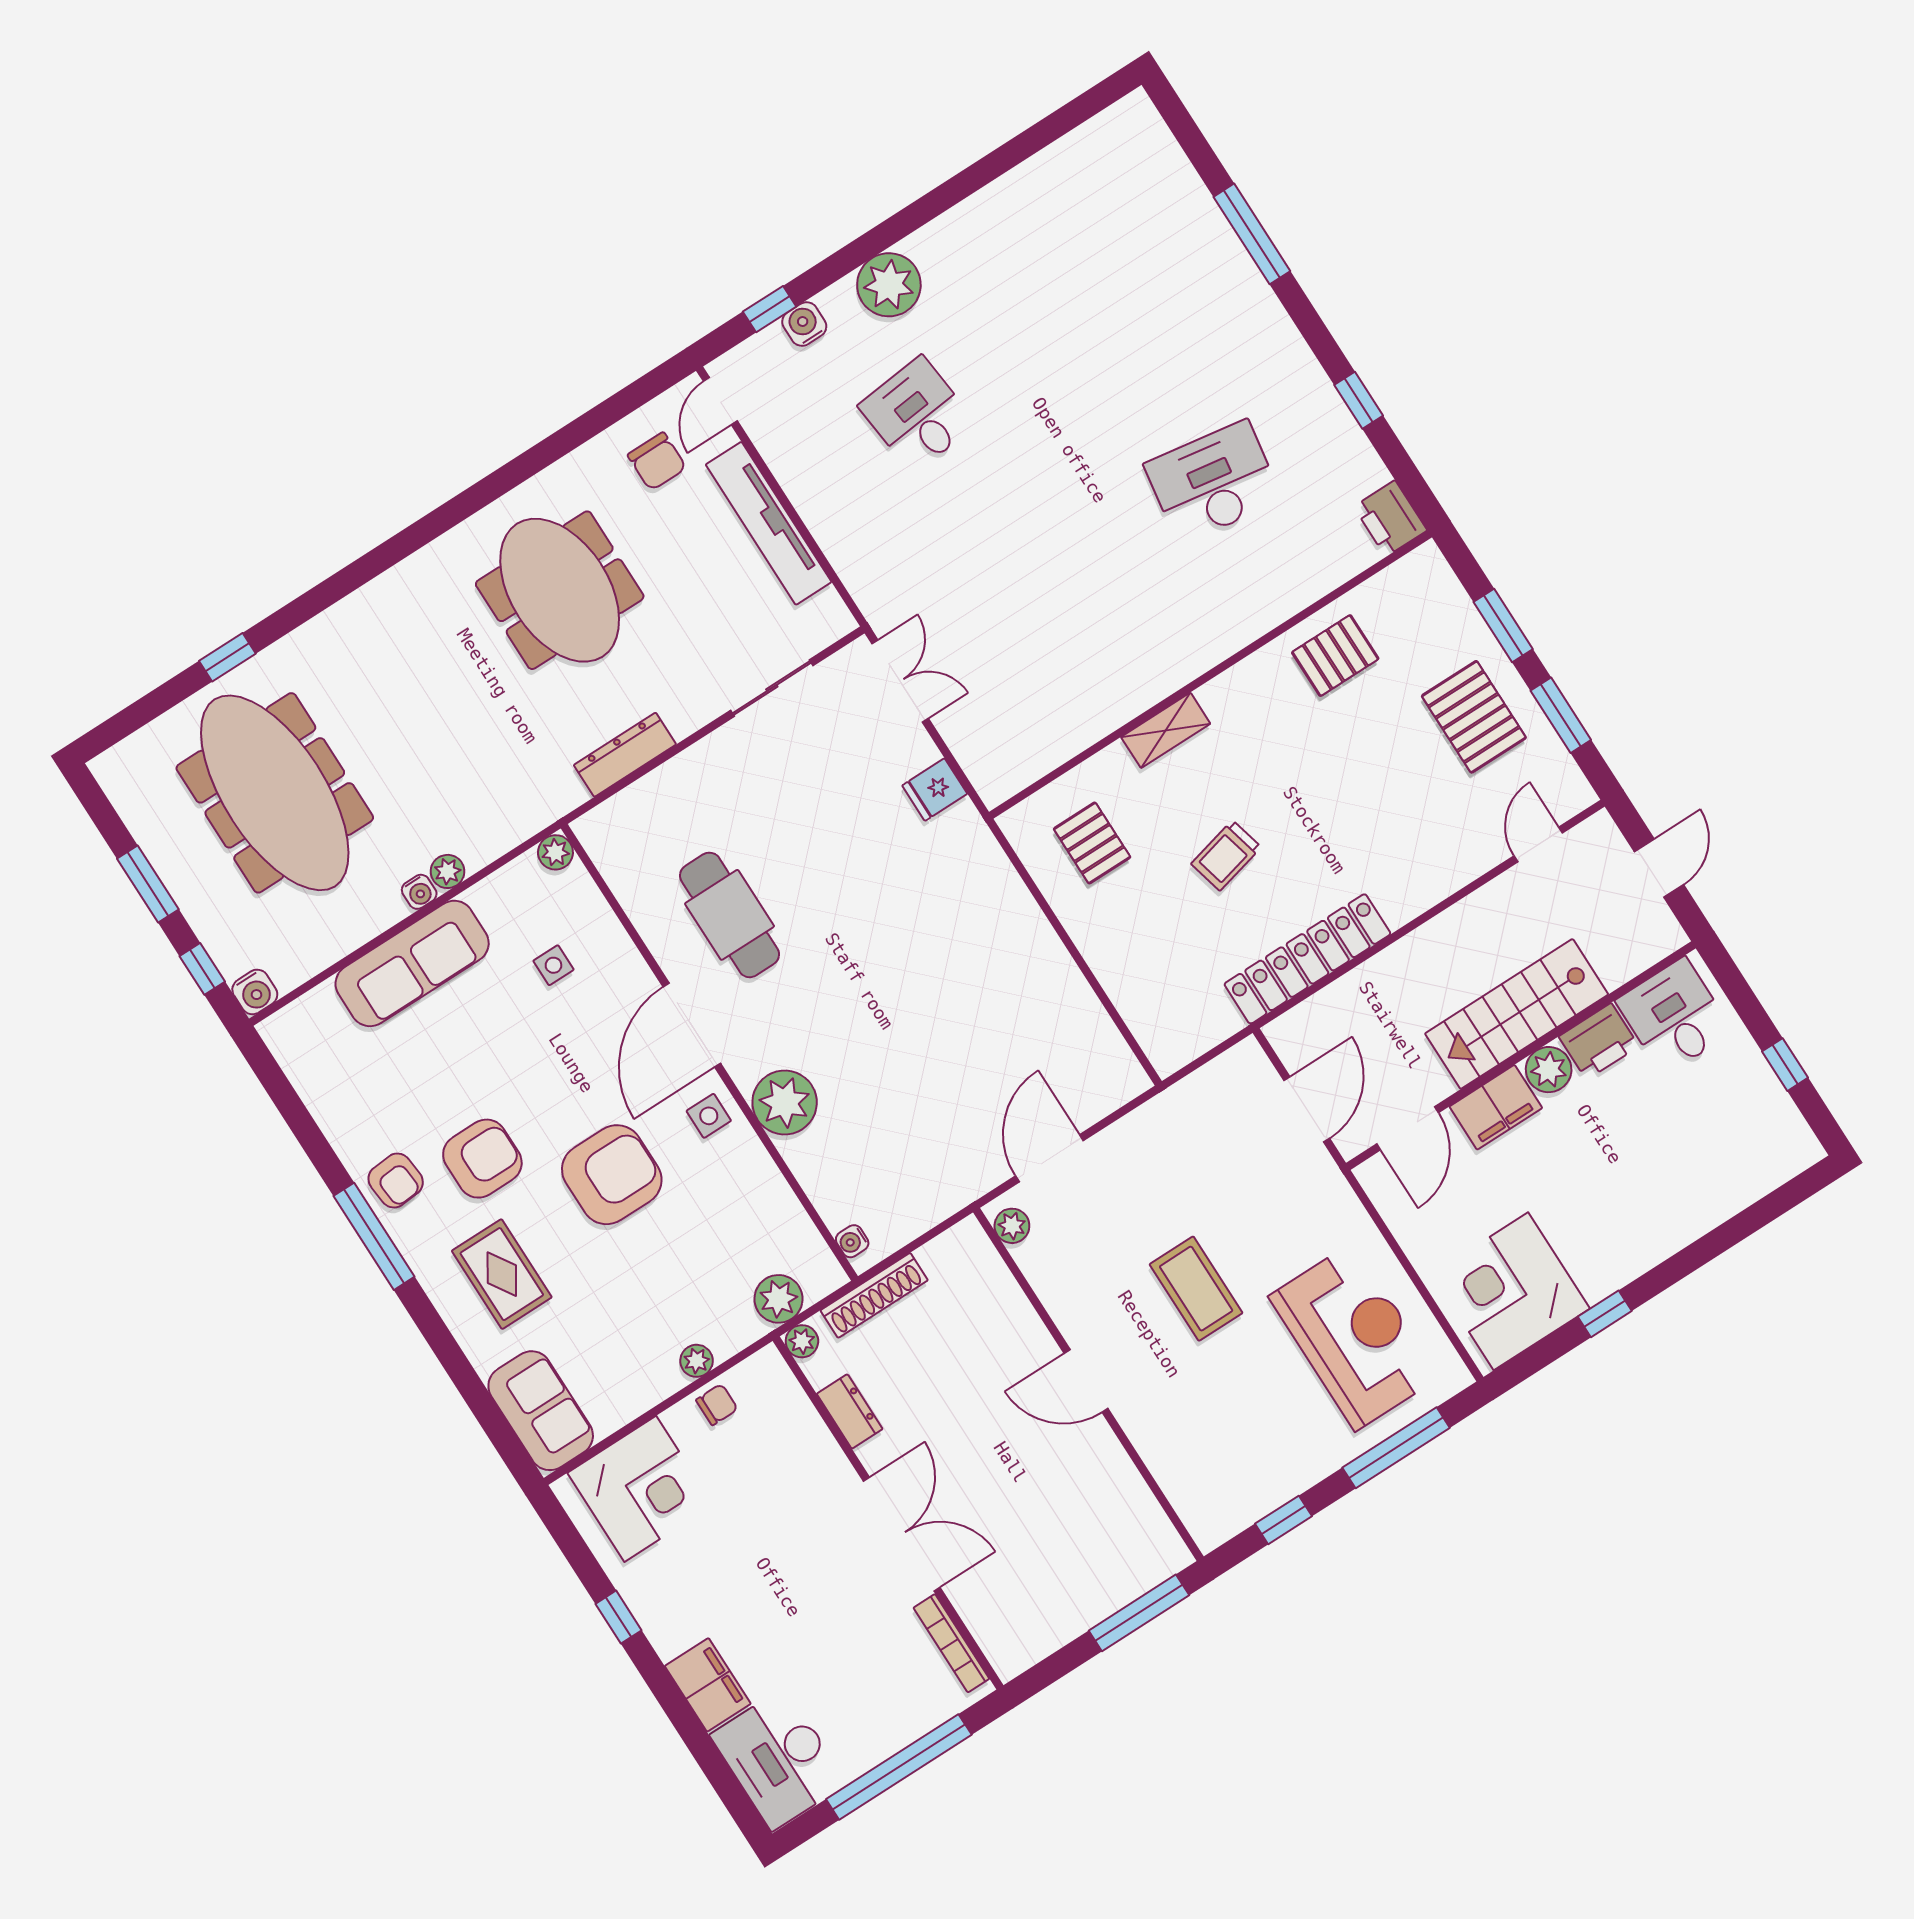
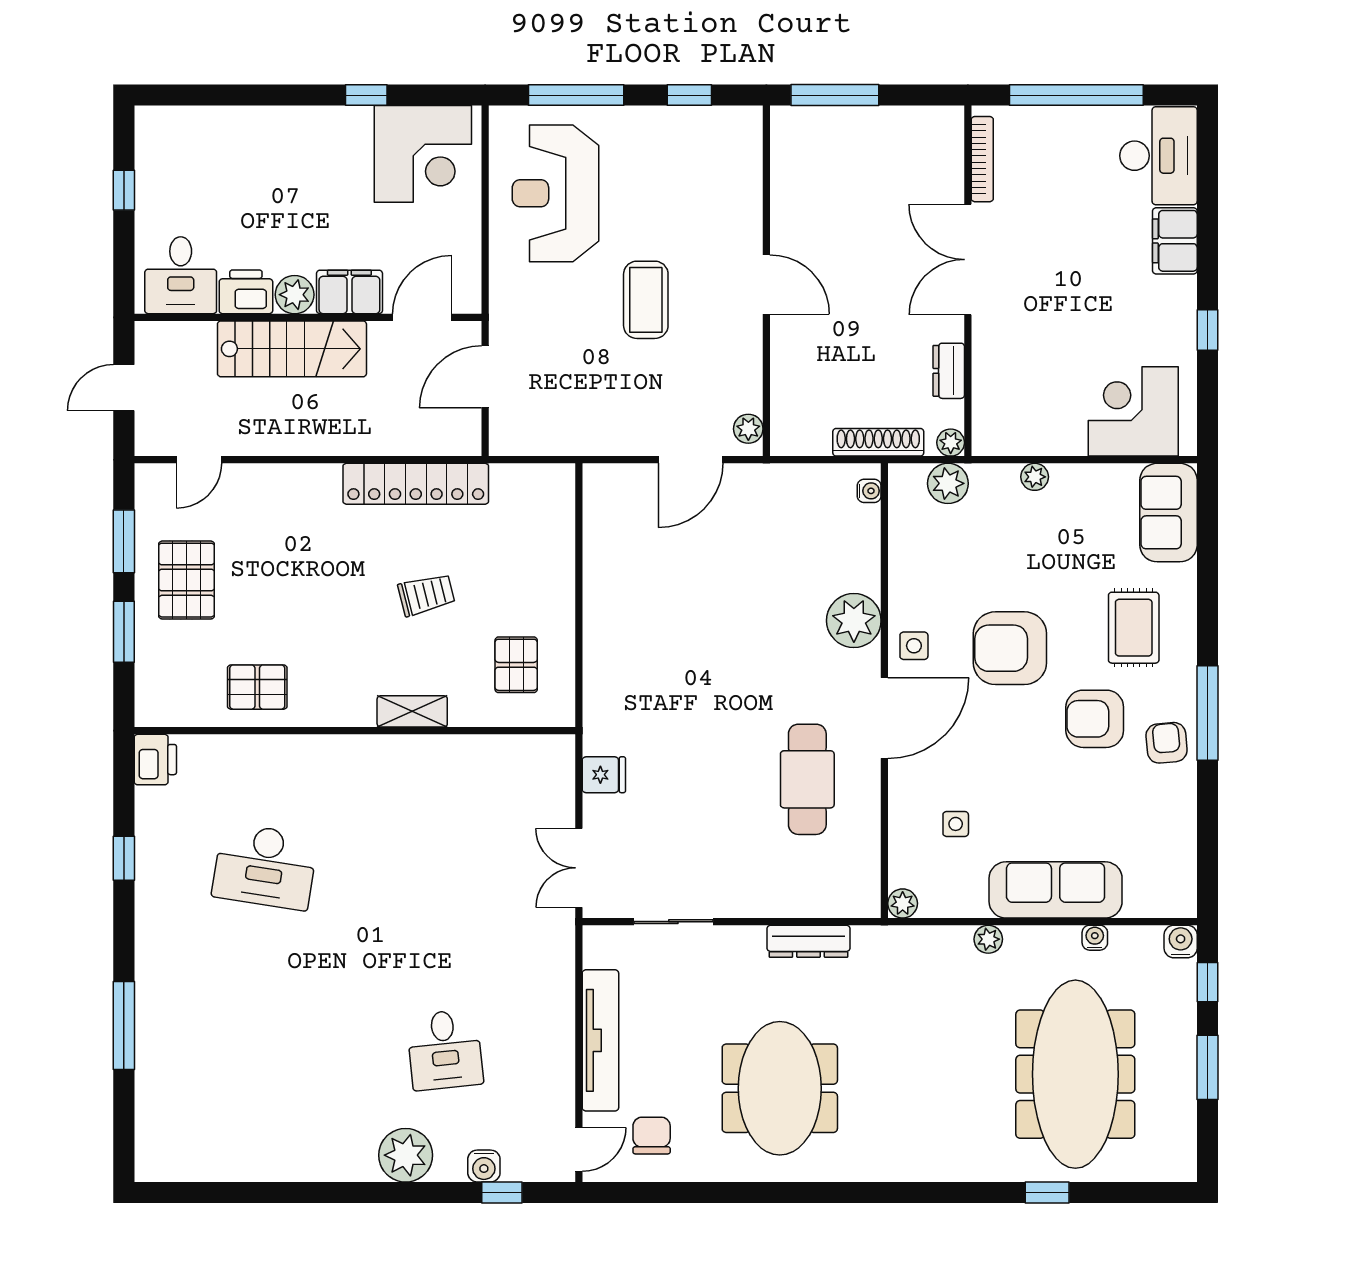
water cooler: (419, 892) -> (1095, 938), moved
chair: (717, 1405) -> (1040, 436), removed

